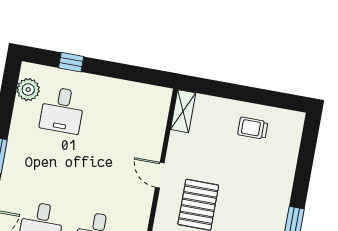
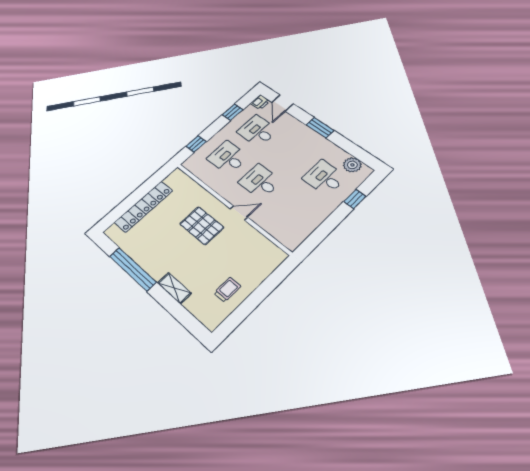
shelving: (183, 111) -> (174, 288), moved
desk: (108, 178) -> (260, 181), added

